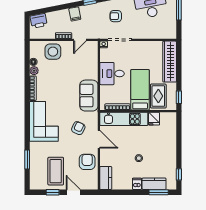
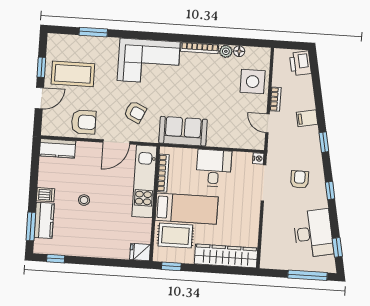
fridge: (154, 119) -> (140, 252), moved

